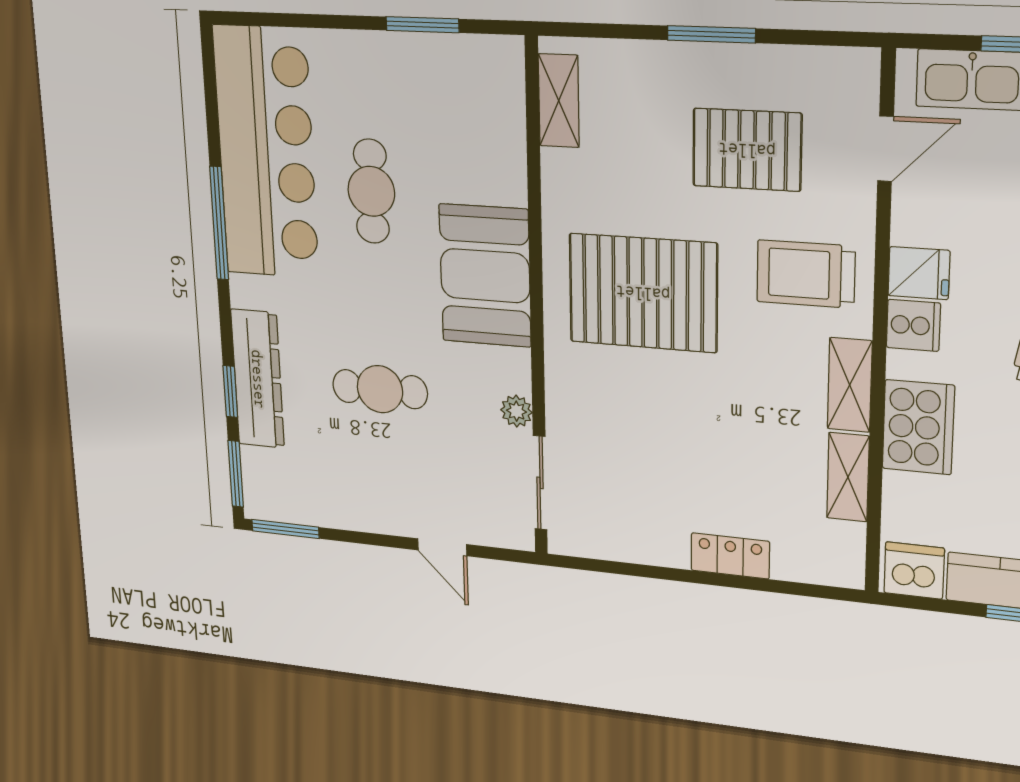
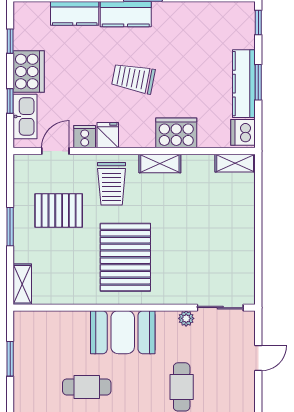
shelving: (559, 101) -> (22, 284), moved, turned 90
door: (886, 149) -> (55, 151), hinge flipped
pallet: (747, 150) -> (59, 210), turned 90
cooker: (913, 325) -> (85, 137), moved
shelving: (848, 477) -> (235, 163), moved
locker: (730, 556) -> (246, 216), removed

